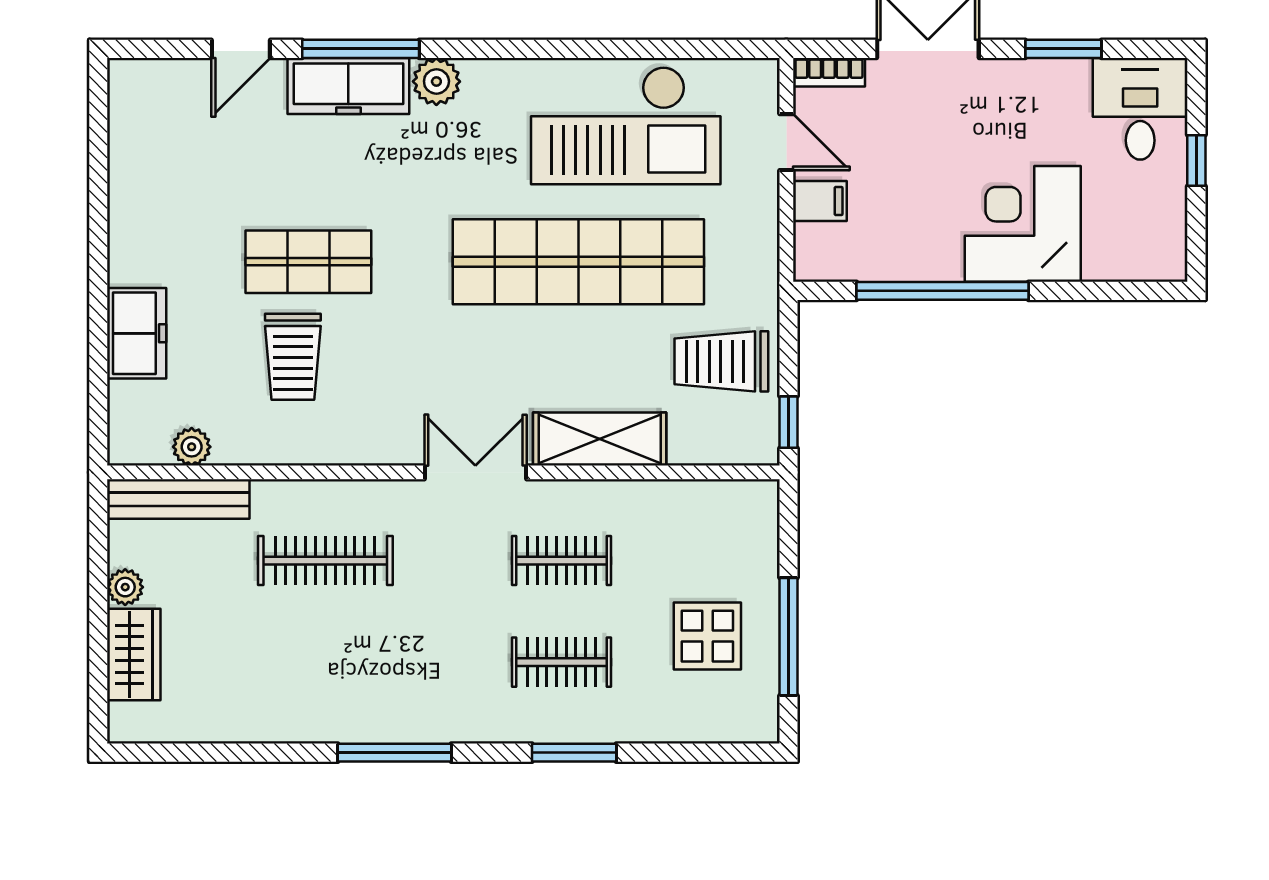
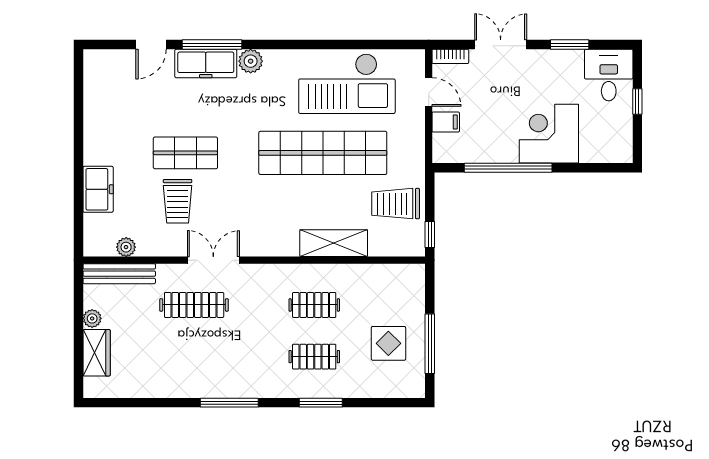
double door: (475, 472) -> (213, 260), moved

